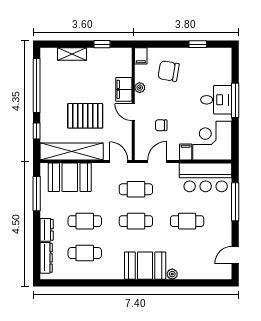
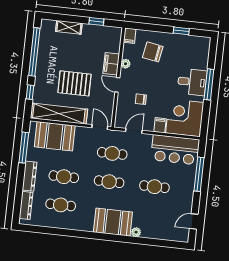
dresser: (47, 230) -> (30, 176), width x1.44

